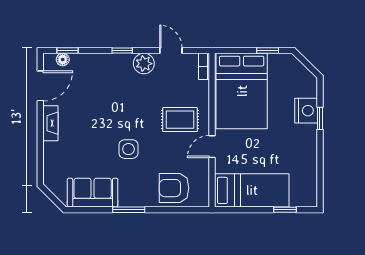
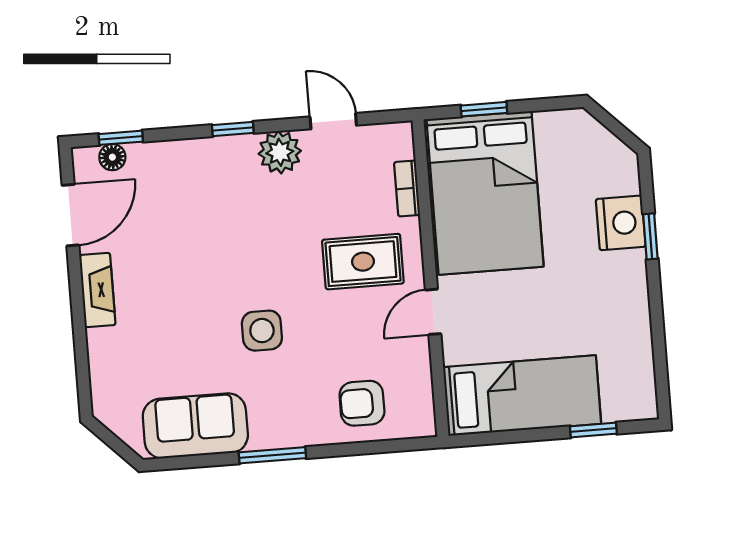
window: (268, 50) -> (484, 109), moved
bookcase: (204, 66) -> (407, 188), moved
armchair: (174, 188) -> (362, 403), width x0.72, depth x0.72

